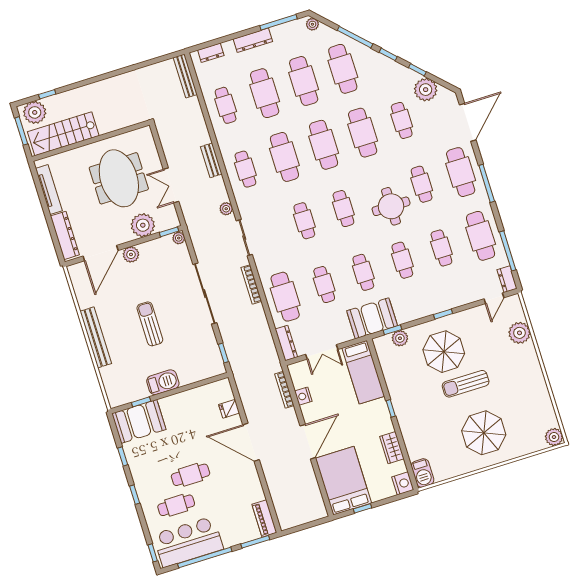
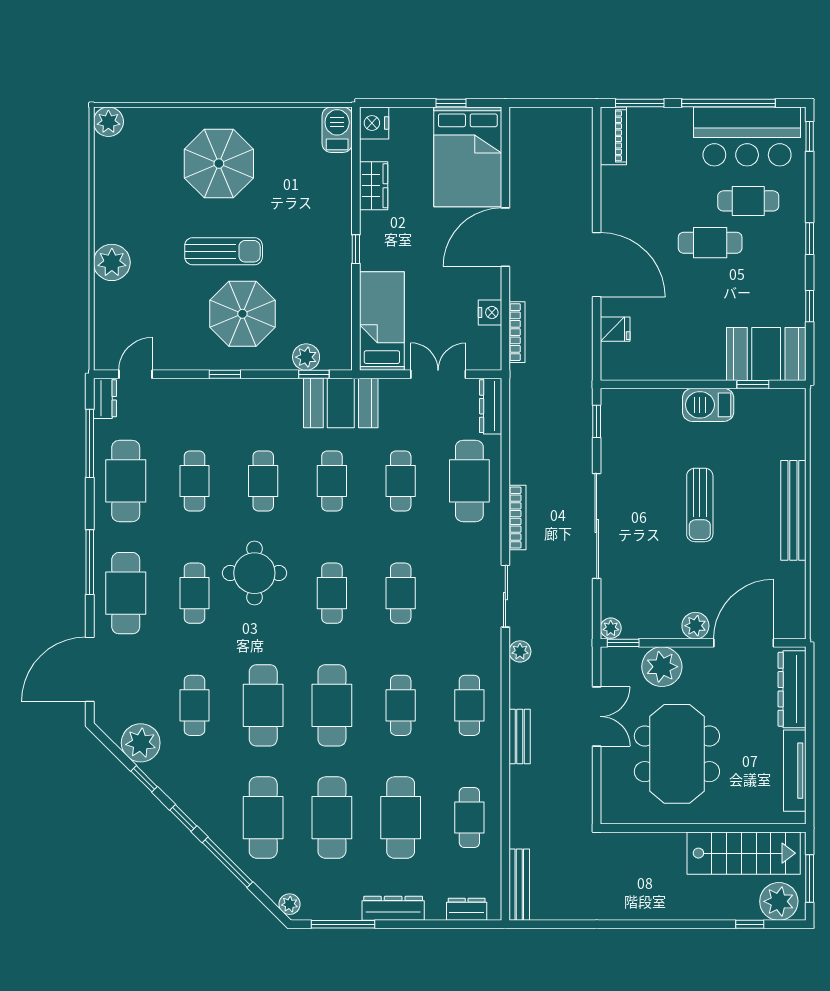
cafe table: (284, 157) -> (401, 705), width x0.73, depth x0.74
plant: (519, 333) -> (112, 262), moved

